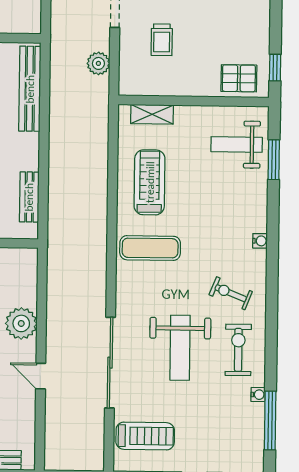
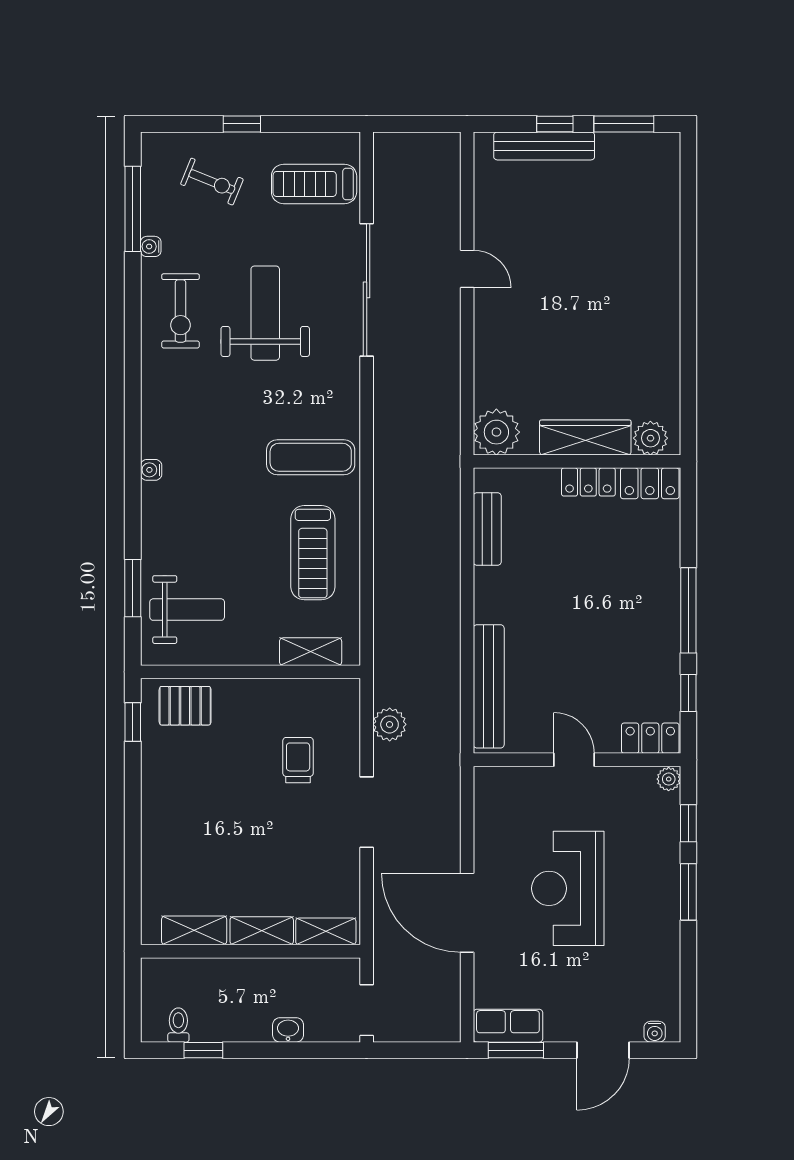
exercise bike: (231, 293) -> (212, 182), moved
plant: (21, 323) -> (496, 432), moved

